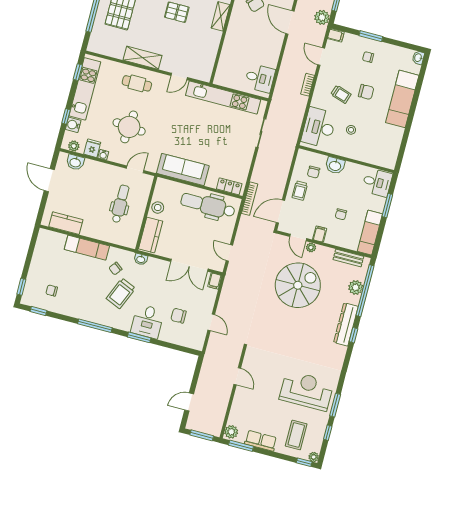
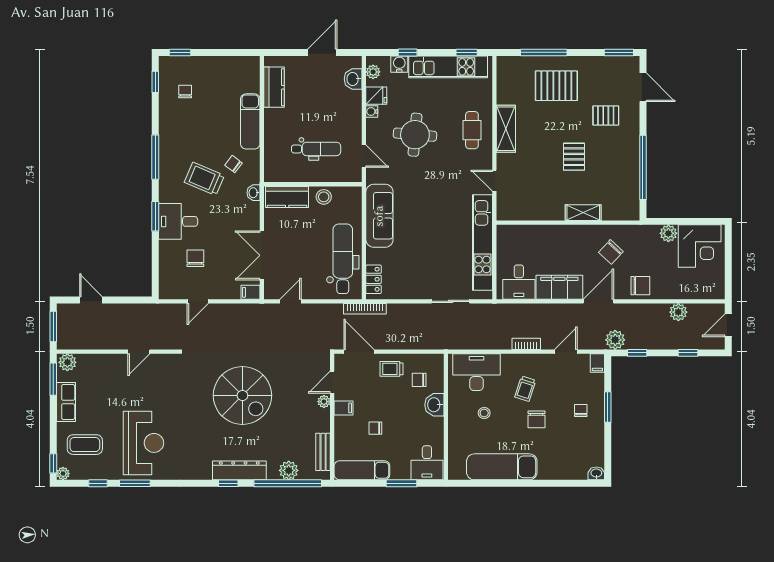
filing cabinet: (272, 49) -> (559, 287), added
exam couch: (402, 99) -> (502, 467), moved
spiral stairs: (298, 285) -> (242, 395), moved

